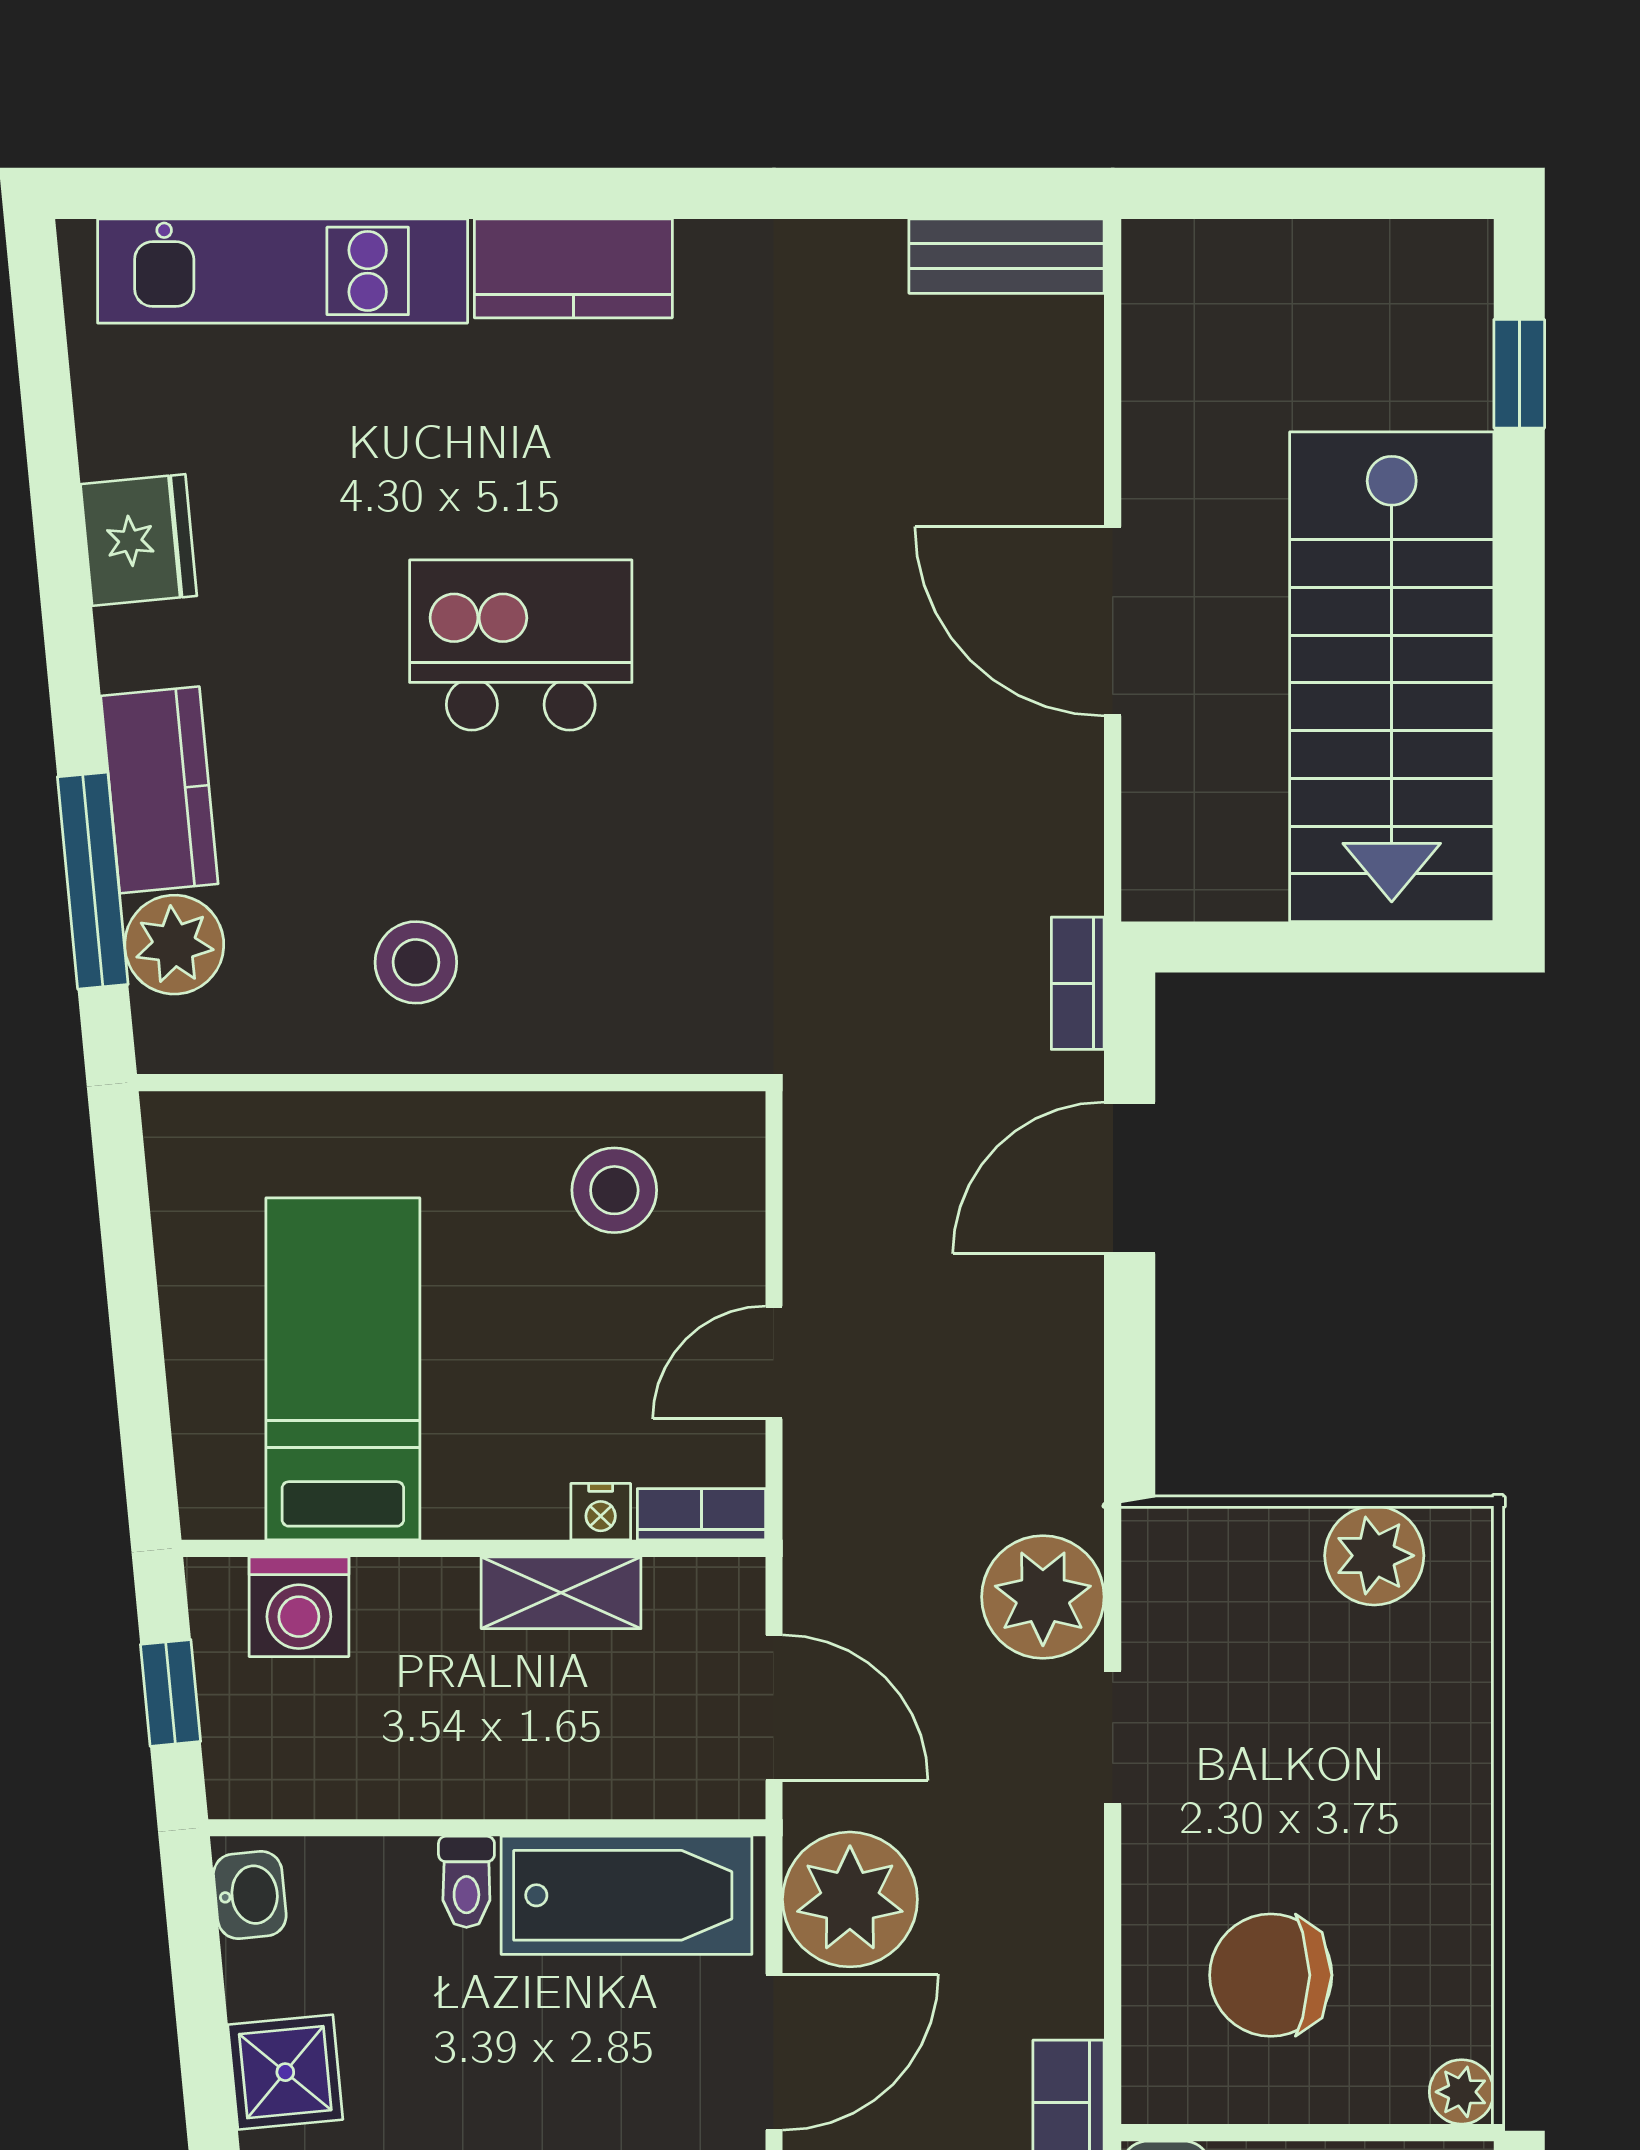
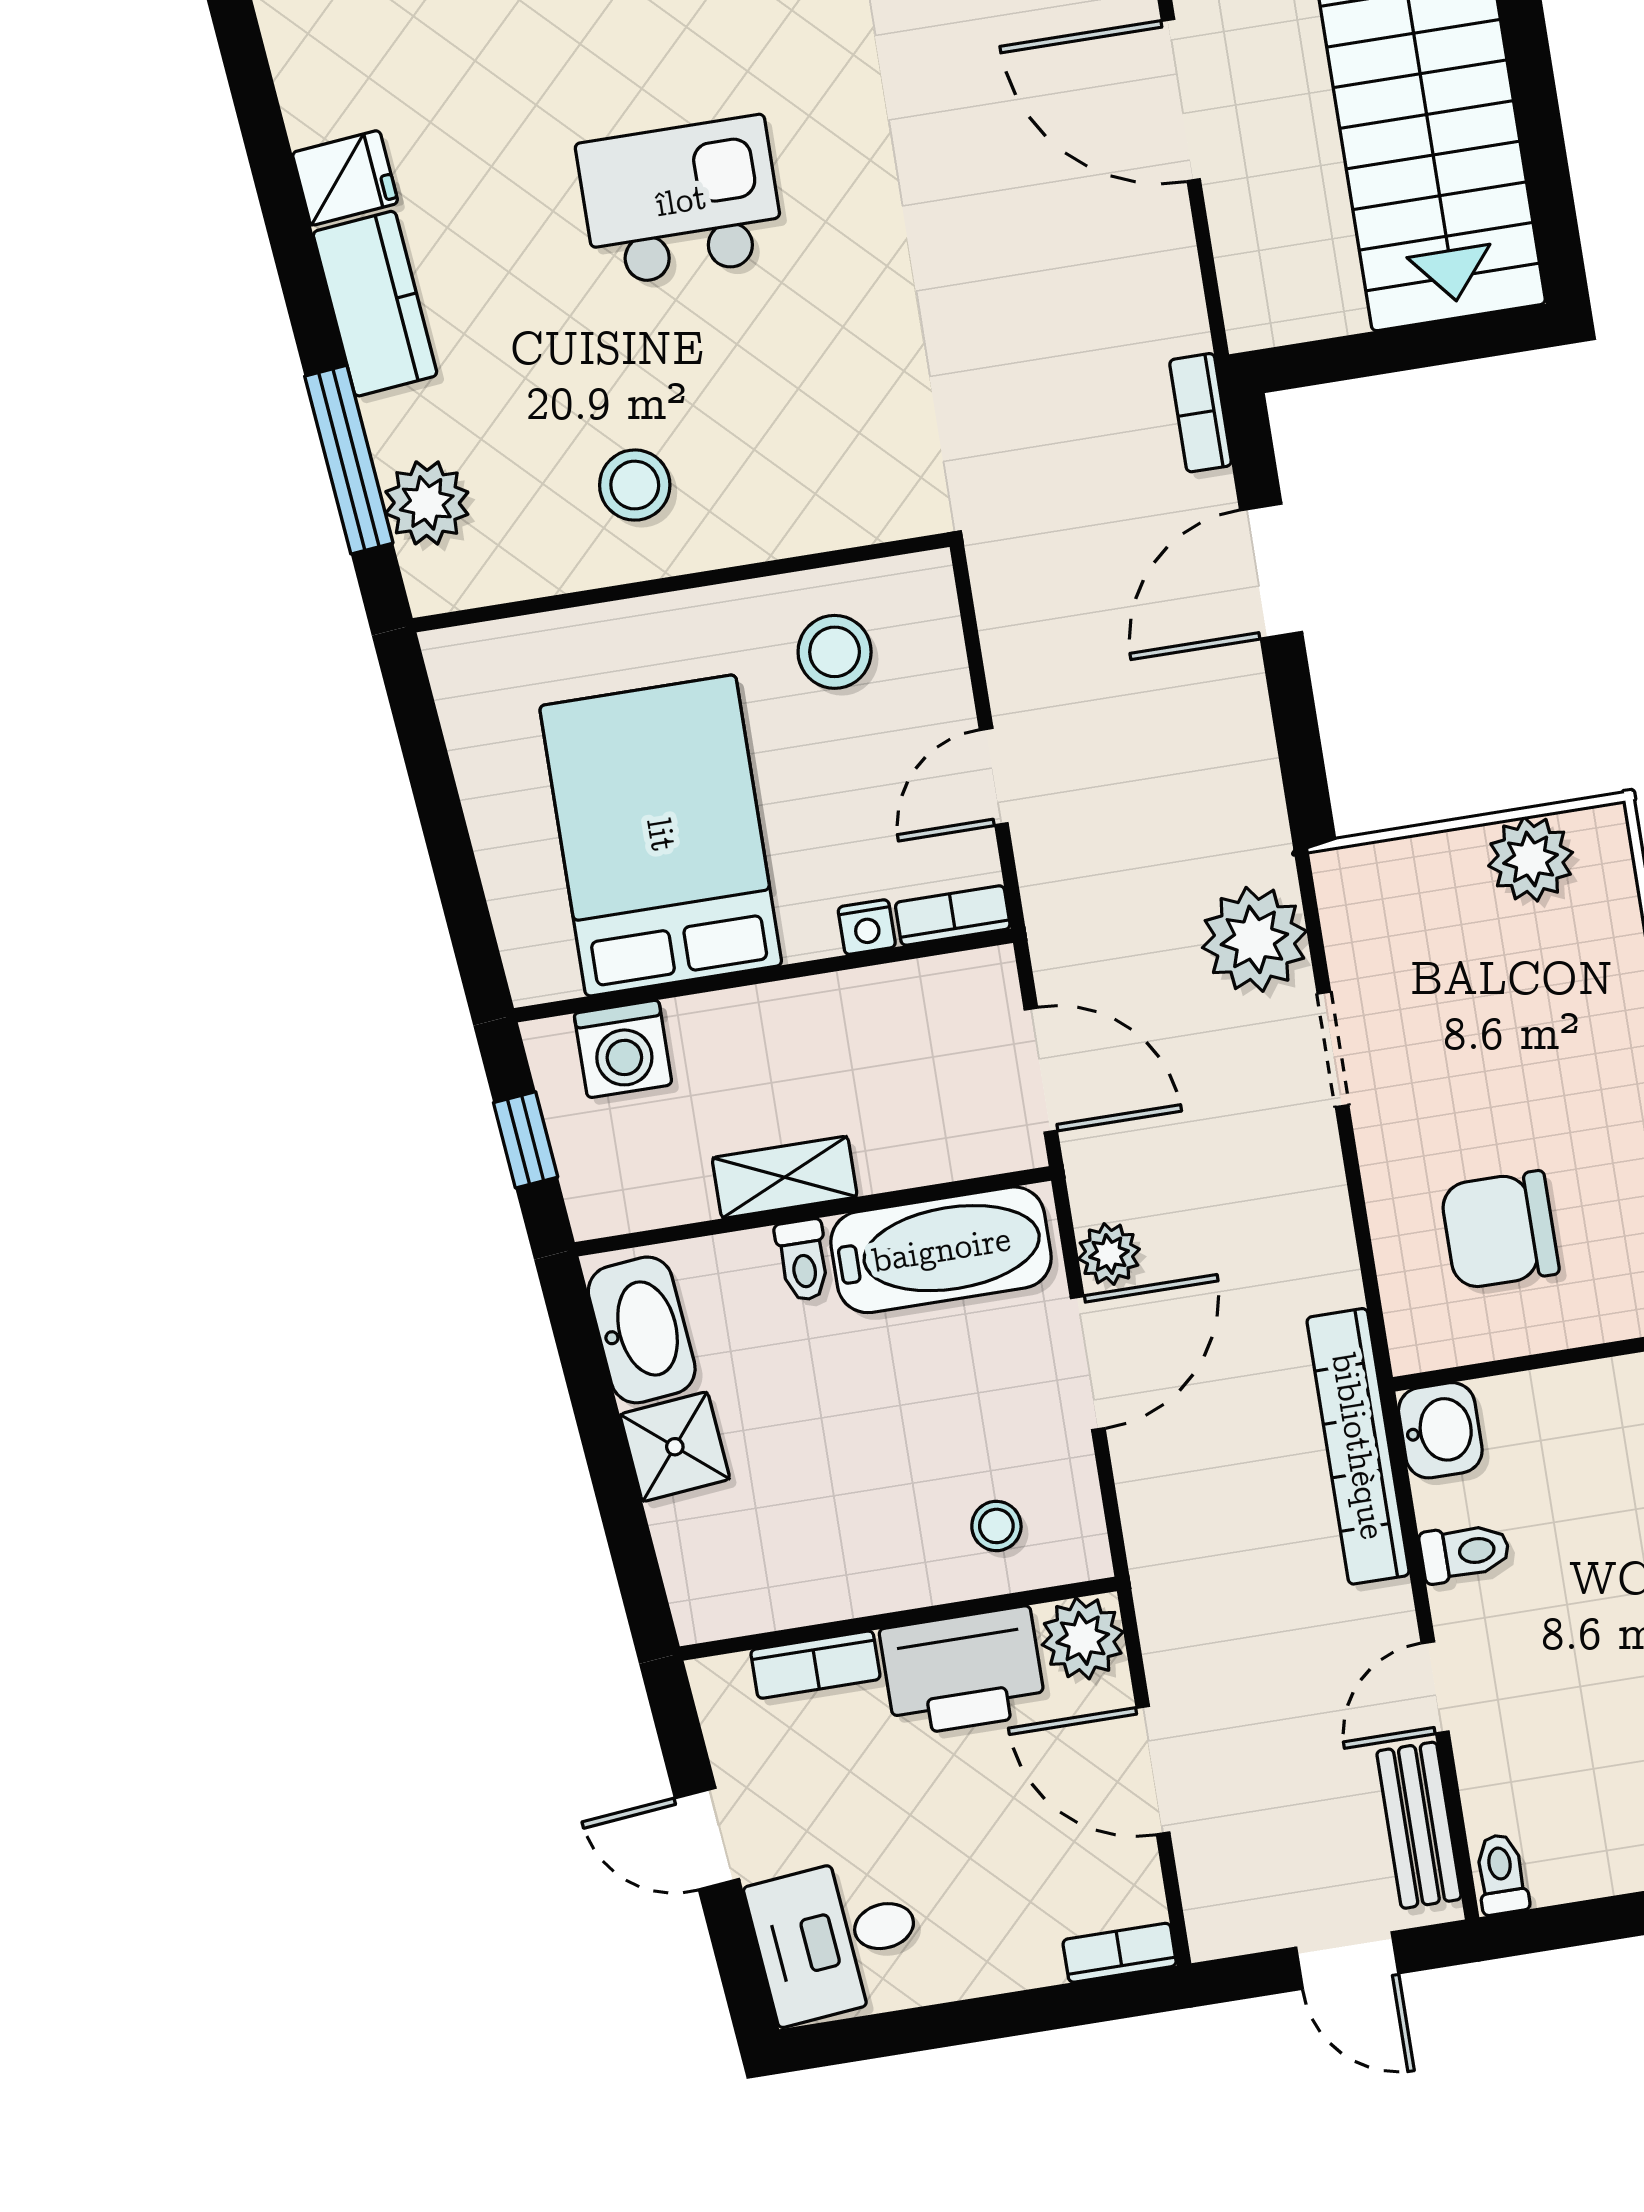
fridge: (139, 540) -> (345, 178), width x0.72
kitchen counter: (159, 790) -> (375, 304), moved
bed: (343, 1369) -> (661, 835), width x1.50
shelving: (561, 1593) -> (785, 1177), moved
washbasin: (250, 1895) -> (642, 1330), width x1.91, depth x1.45
plant: (850, 1899) -> (1109, 1254), width x0.53, depth x0.53

